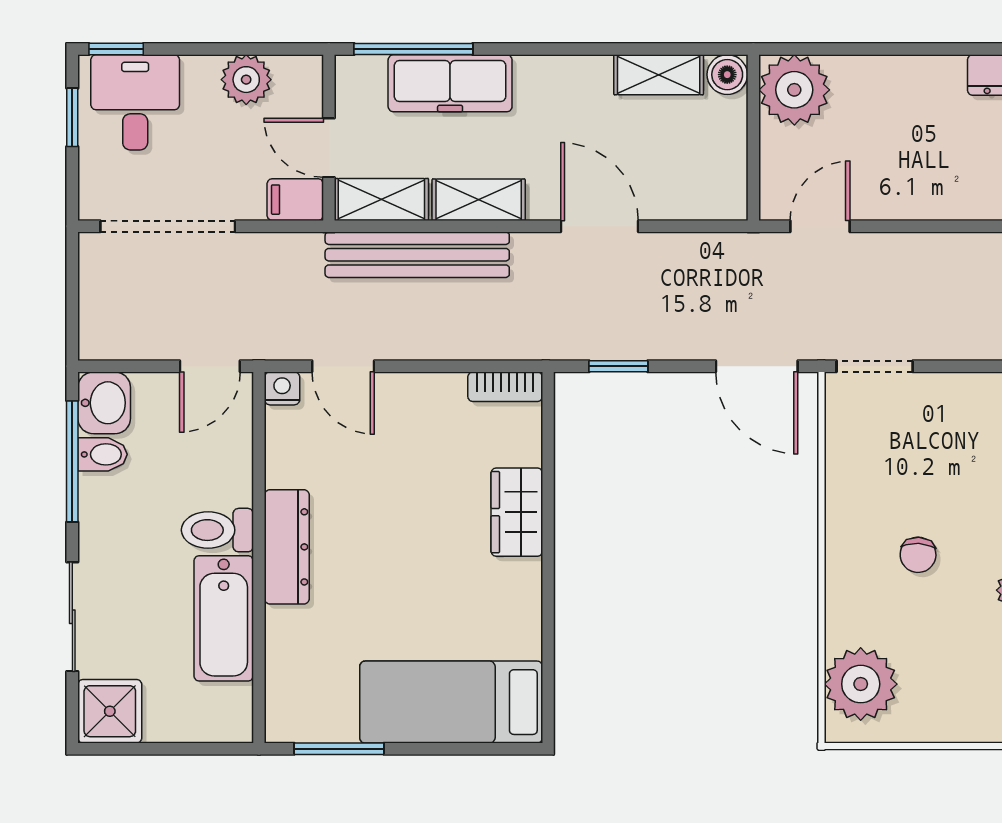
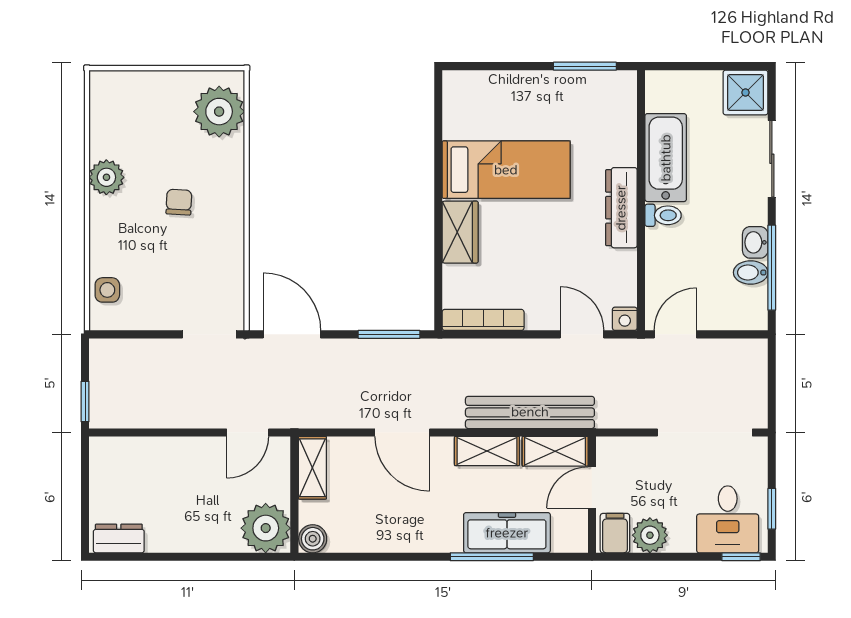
window: (413, 49) -> (492, 557), moved
shelving: (659, 75) -> (312, 468), moved, turned 90
door: (329, 148) -> (592, 488), swing flipped
filing cabinet: (295, 200) -> (615, 533), moved, turned -90
window: (618, 366) -> (389, 334), width x1.50
bookcase: (505, 387) -> (483, 320), width x1.56
washbasin: (104, 403) -> (755, 242), moved, width x0.72, depth x0.69
toilet: (217, 530) -> (663, 215), width x0.73, depth x0.72
bed: (451, 702) -> (506, 170), moved

